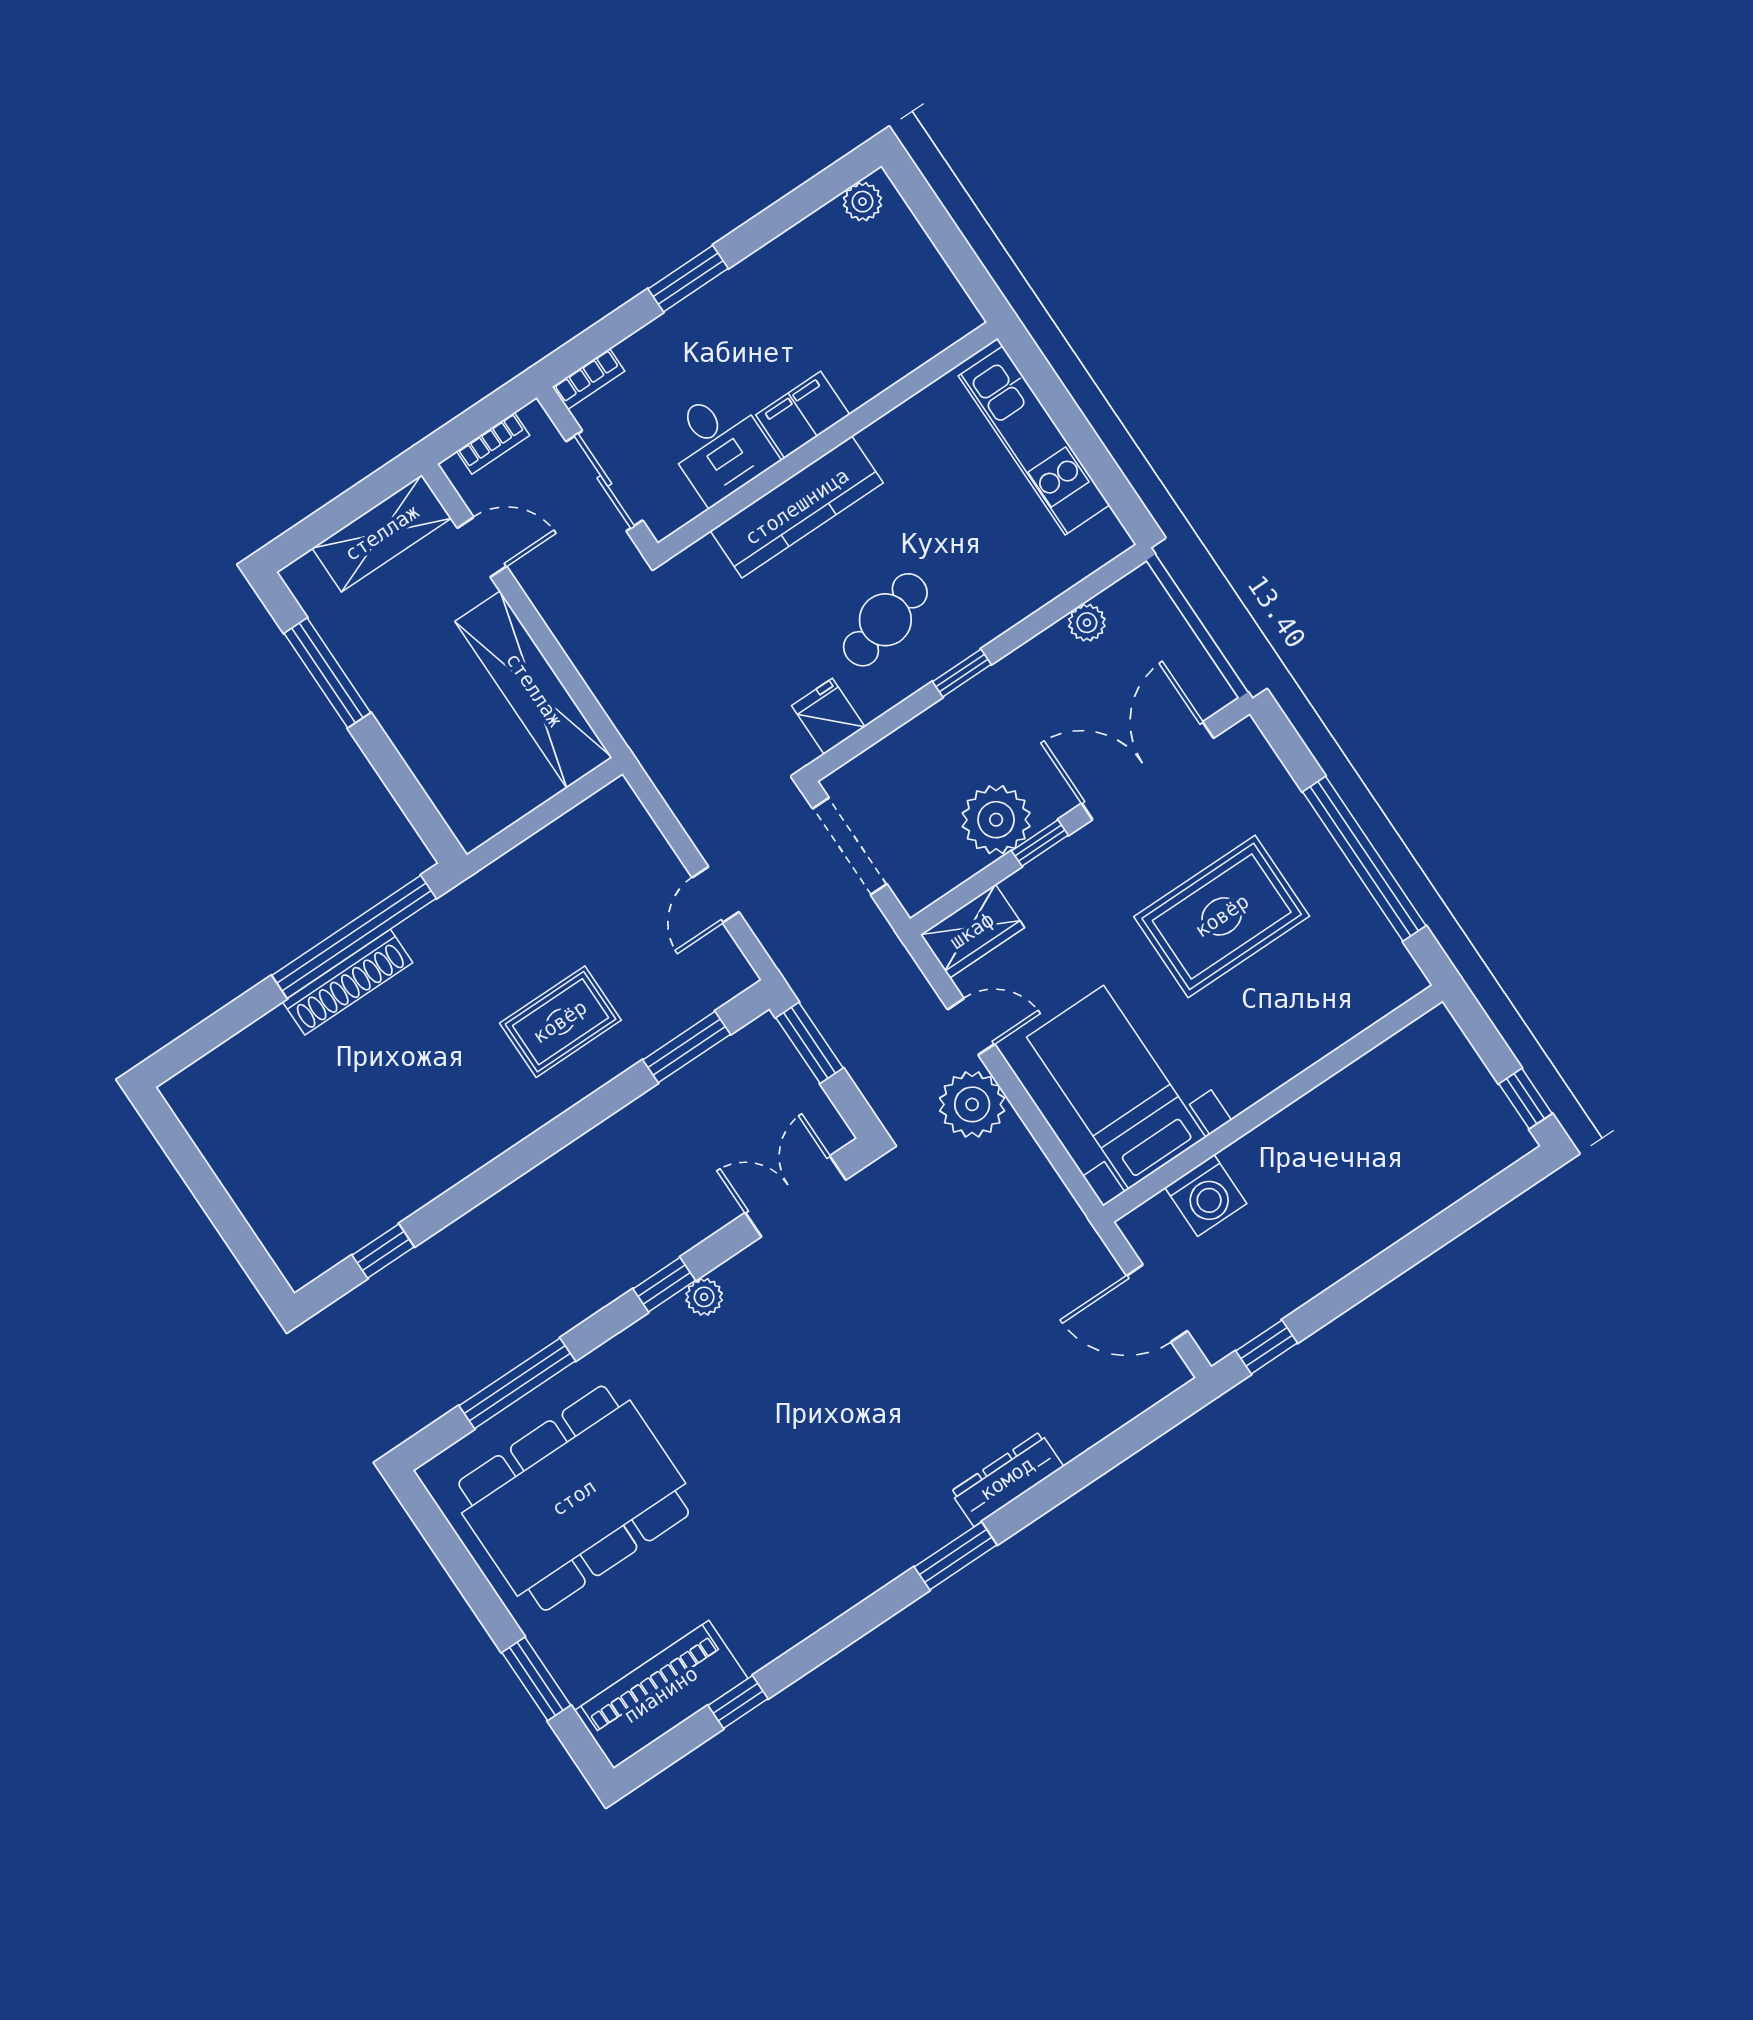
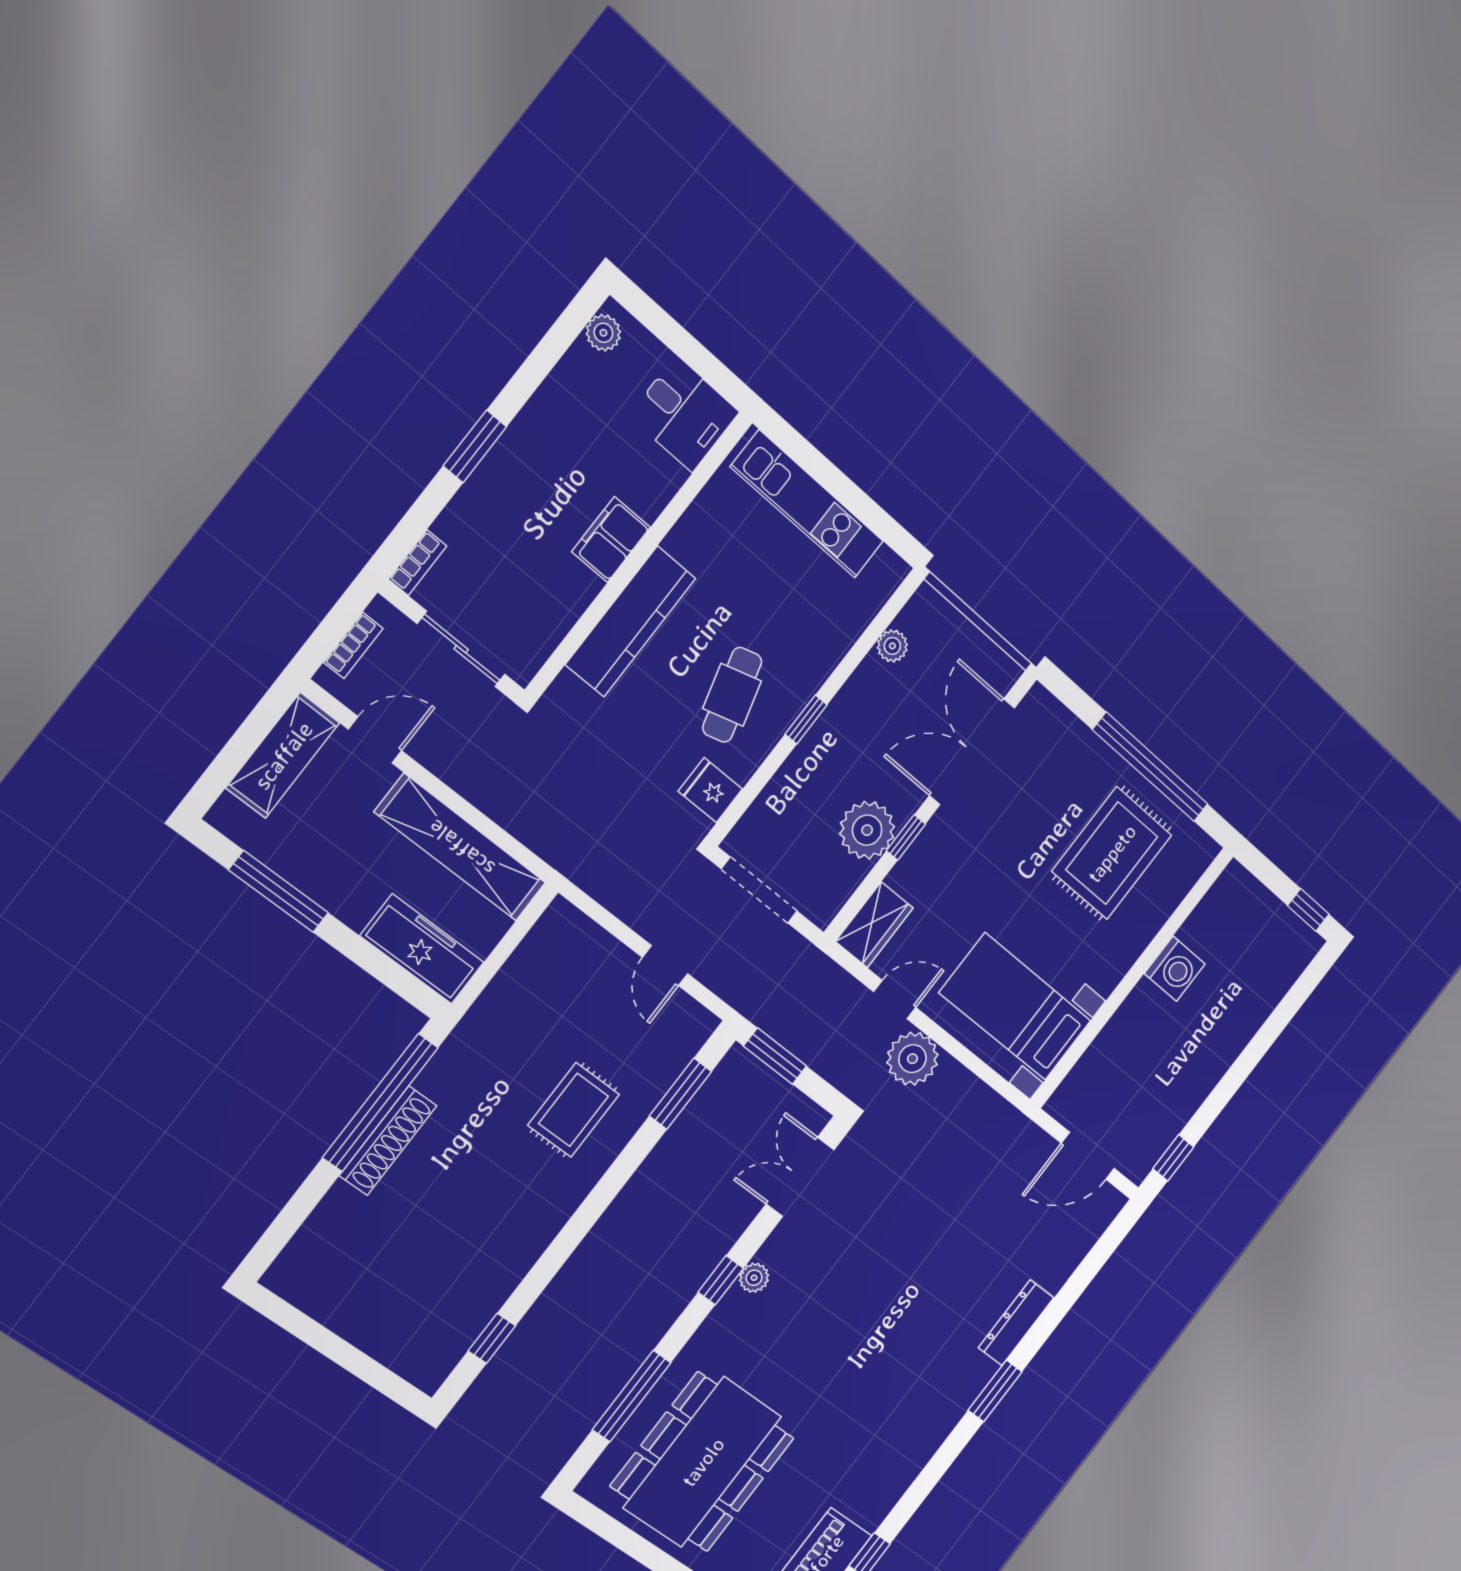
desk: (719, 446) -> (684, 414), moved
freezer: (456, 785) -> (422, 949), added
rug: (1222, 916) -> (1112, 853), moved
washing machine: (1206, 1195) -> (1175, 969), moved

